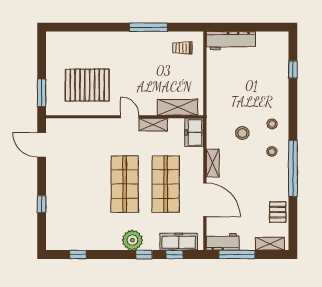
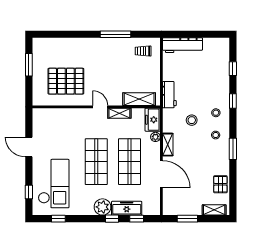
window: (42, 93) -> (29, 65), moved
window: (293, 109) -> (233, 101), added
door: (42, 145) -> (29, 147), moved
plant: (198, 154) -> (155, 137), added
window: (293, 168) -> (233, 149), width x0.47
window: (42, 204) -> (29, 192), moved
checkout: (72, 211) -> (54, 184), added
freezer: (179, 242) -> (127, 208), moved
workbench: (223, 242) -> (169, 95), moved, turned 90
window: (237, 254) -> (187, 219), width x0.69

